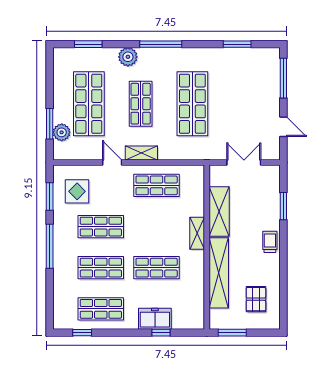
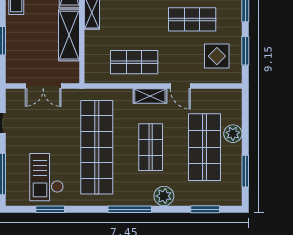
checkout: (241, 75) -> (47, 177), added
shop shelf: (192, 104) -> (97, 147), width x1.40
window: (50, 124) -> (245, 171), moved
plant: (62, 132) -> (233, 134), moved

